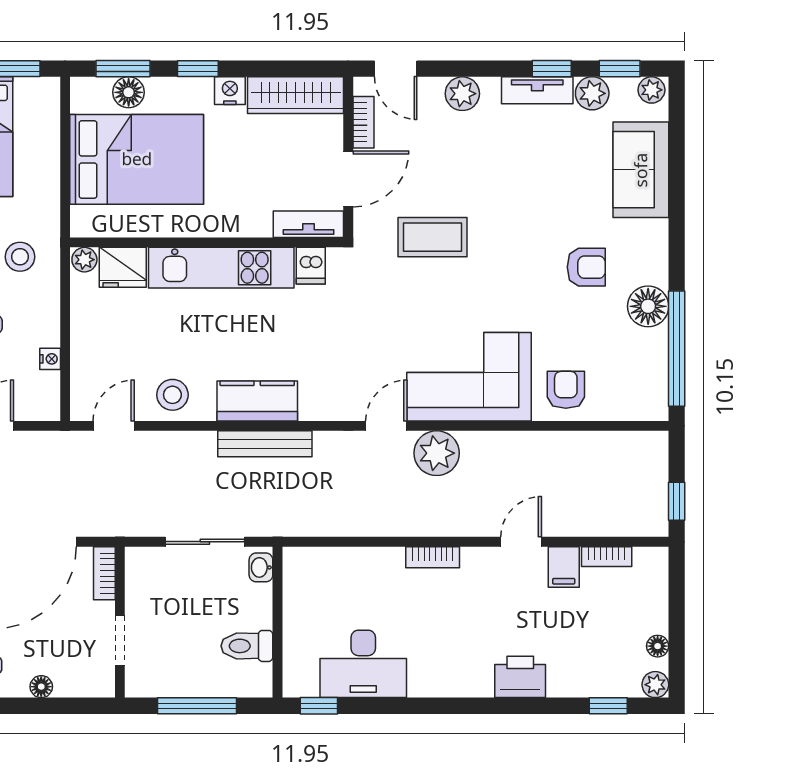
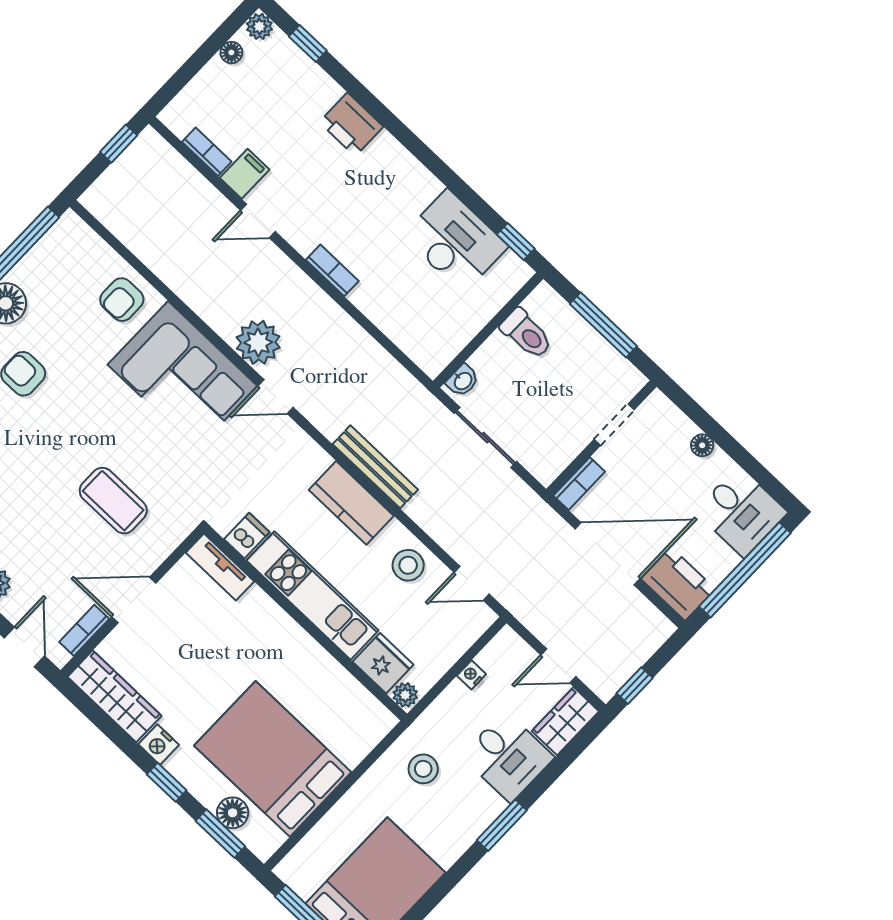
tv unit: (308, 224) -> (220, 567), moved
wall: (207, 242) -> (306, 624), moved
plant: (84, 260) -> (405, 695), moved
dishwasher: (311, 266) -> (247, 536), moved
fridge: (123, 267) -> (383, 663), moved
kitchen unit: (221, 268) -> (312, 595), moved

